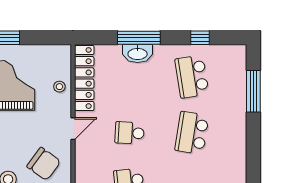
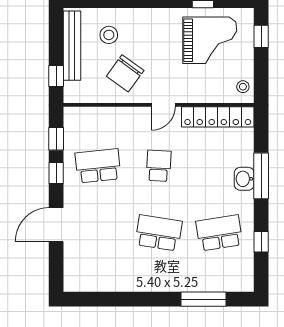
washbasin: (138, 53) -> (244, 179), width x0.72
stool: (59, 87) -> (243, 87), moved
door: (73, 129) -> (163, 105), hinge flipped

